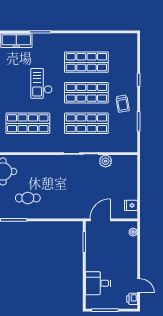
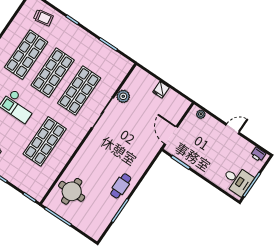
trolley: (123, 104) -> (43, 18), moved
cafe table: (28, 198) -> (121, 186), moved
fridge: (131, 205) -> (161, 90), moved
desk: (98, 283) -> (237, 180), moved, turned -90
door: (139, 286) -> (233, 129), moved

